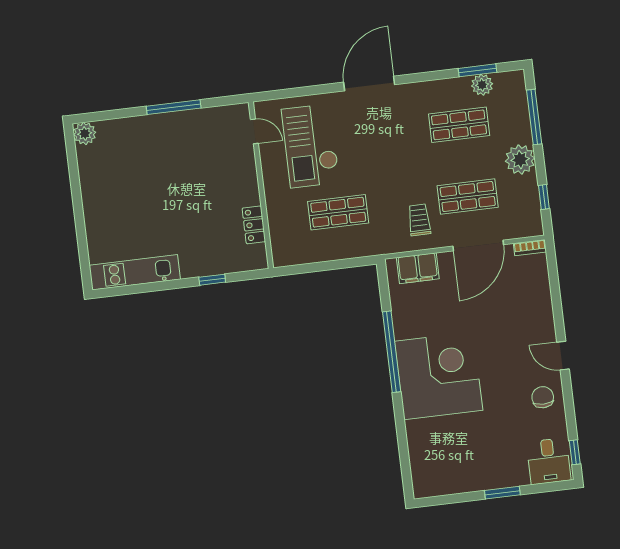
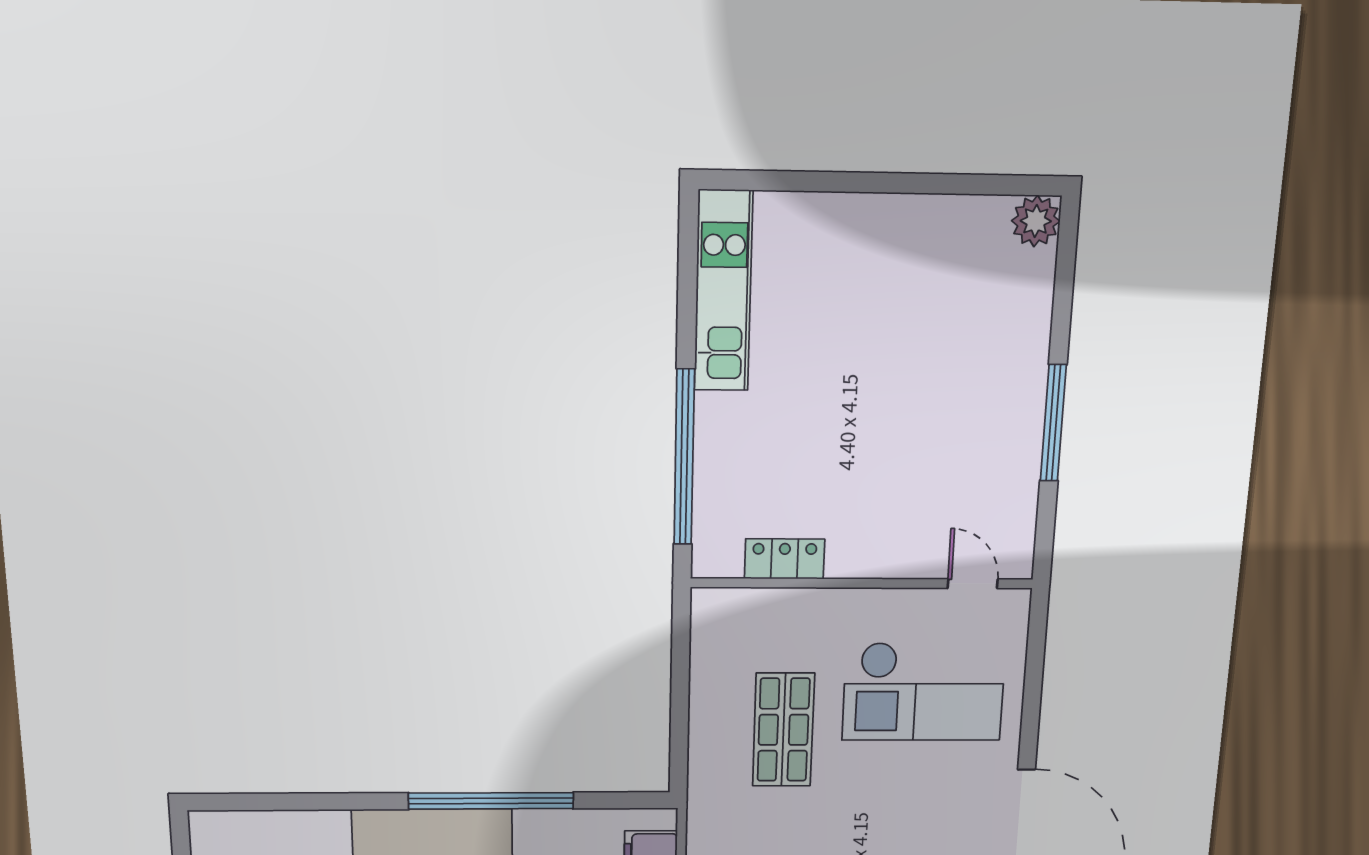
door: (254, 131) -> (973, 584), swing flipped
checkout: (311, 146) -> (924, 692), turned 180
window: (212, 280) -> (684, 457), width x3.17

